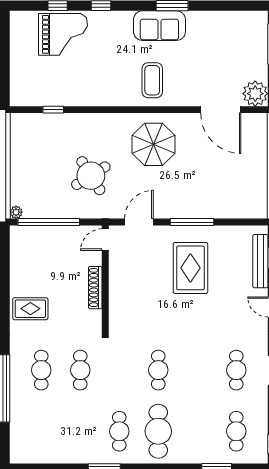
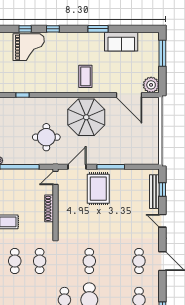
sofa: (159, 26) -> (121, 42), moved
parasol: (154, 144) -> (86, 117), width x1.36, depth x1.36
round table: (91, 176) -> (46, 137), turned 32
rug: (190, 268) -> (98, 189), moved

